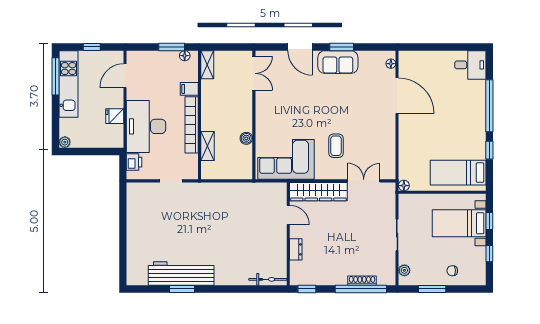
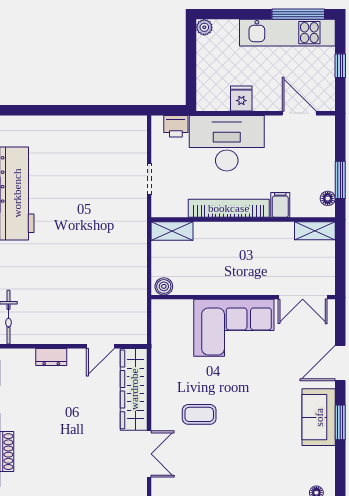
boiler: (246, 138) -> (164, 286), moved
shelving: (207, 146) -> (172, 231), moved
corner sofa: (286, 159) -> (234, 328), moved, turned 90

